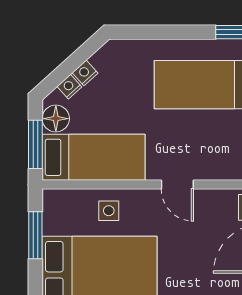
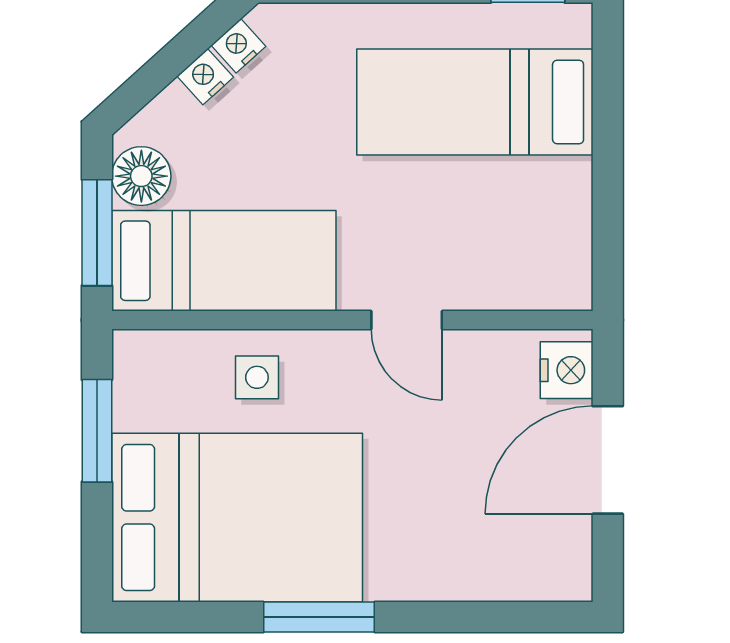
nightstand: (69, 87) -> (238, 46), moved

